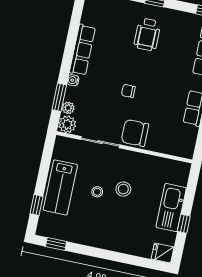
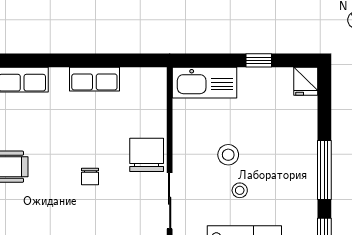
chair: (135, 133) -> (147, 155), turned 180
kitchen sink: (171, 208) -> (205, 83), moved
window: (99, 253) -> (324, 170), added

